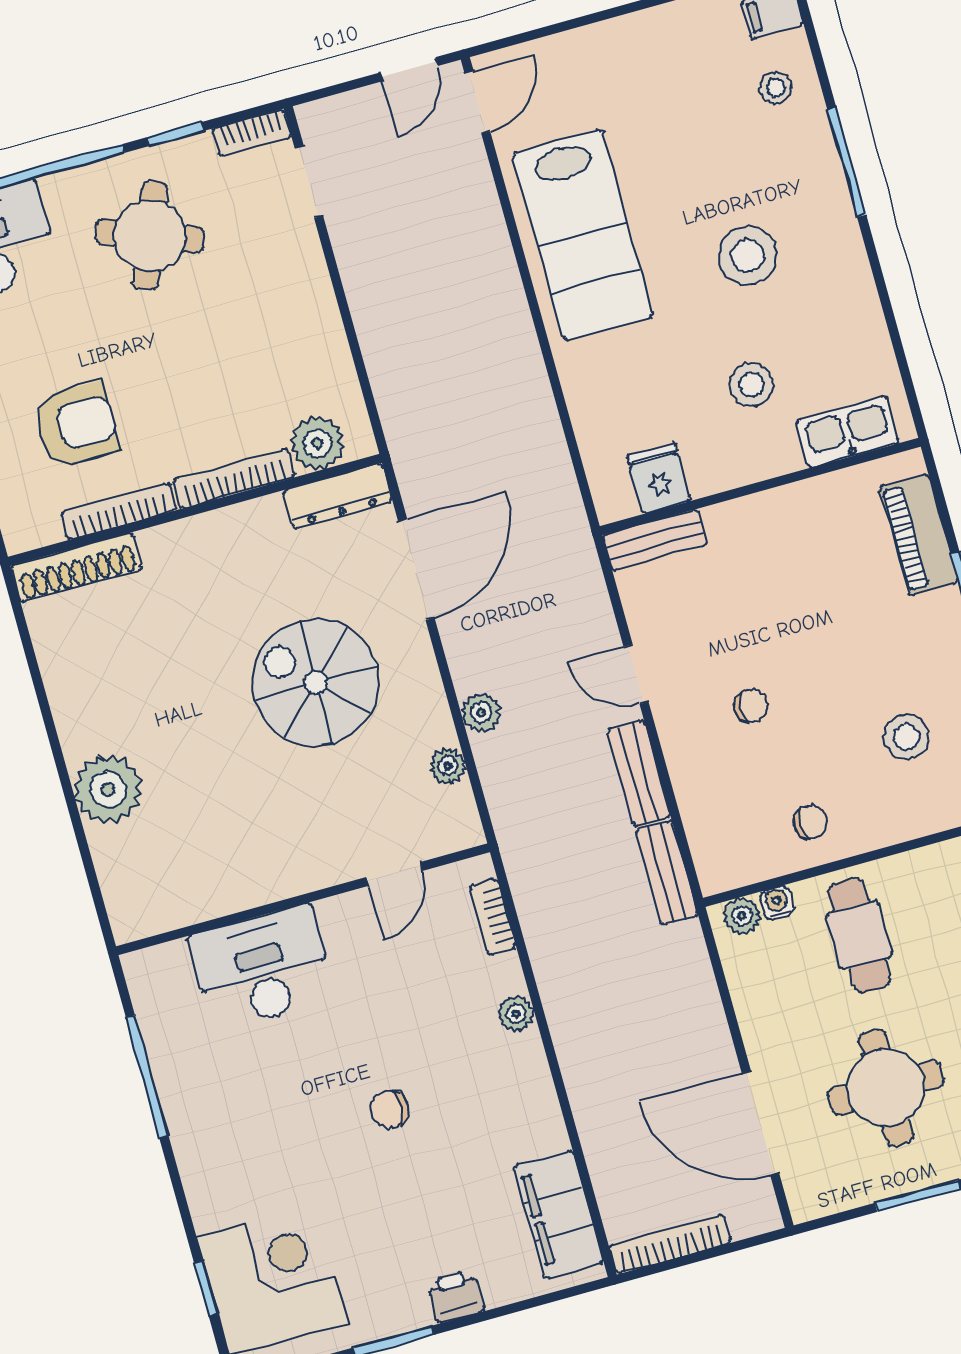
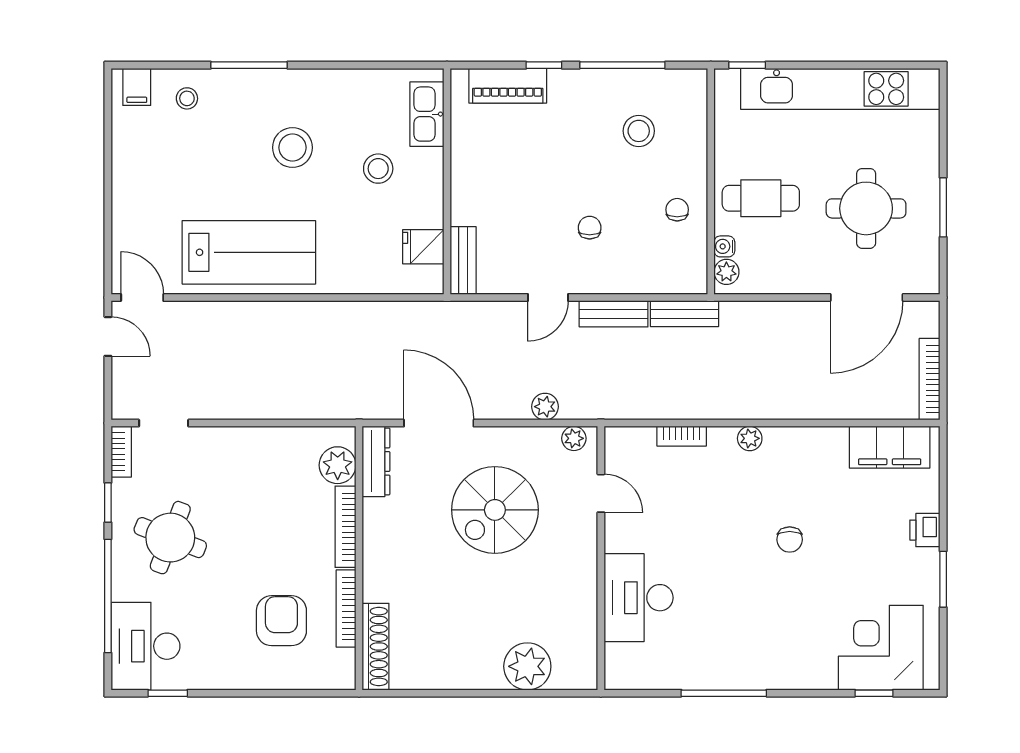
door: (394, 874) -> (601, 493), moved
wall: (303, 899) -> (601, 558), moved
desk: (262, 968) -> (639, 598), moved

